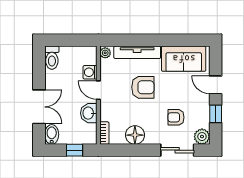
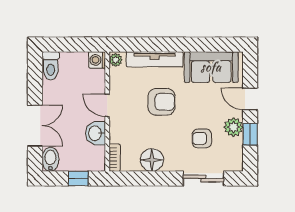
washing machine: (90, 72) -> (97, 60), moved
plant: (202, 137) -> (233, 127), moved

